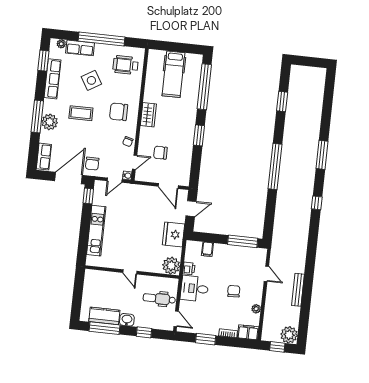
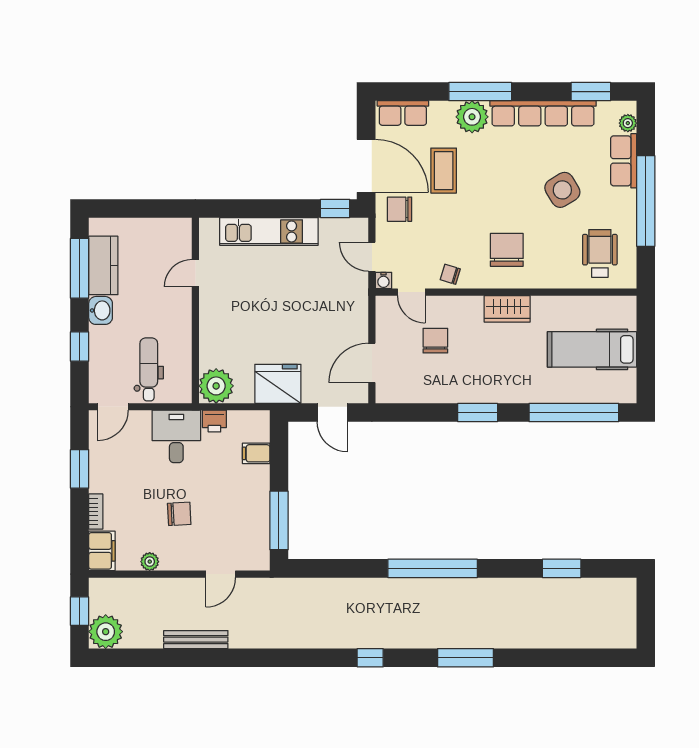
row of seats: (52, 79) -> (543, 113), width x1.36
coffee table: (81, 113) -> (444, 171), moved
door: (130, 272) -> (195, 273), moved

